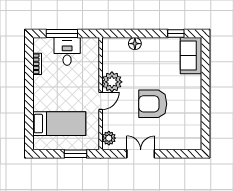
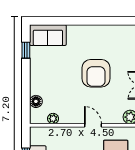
floor lamp: (135, 44) -> (36, 101), moved
plant: (112, 82) -> (53, 119), moved, width x0.53, depth x0.53

